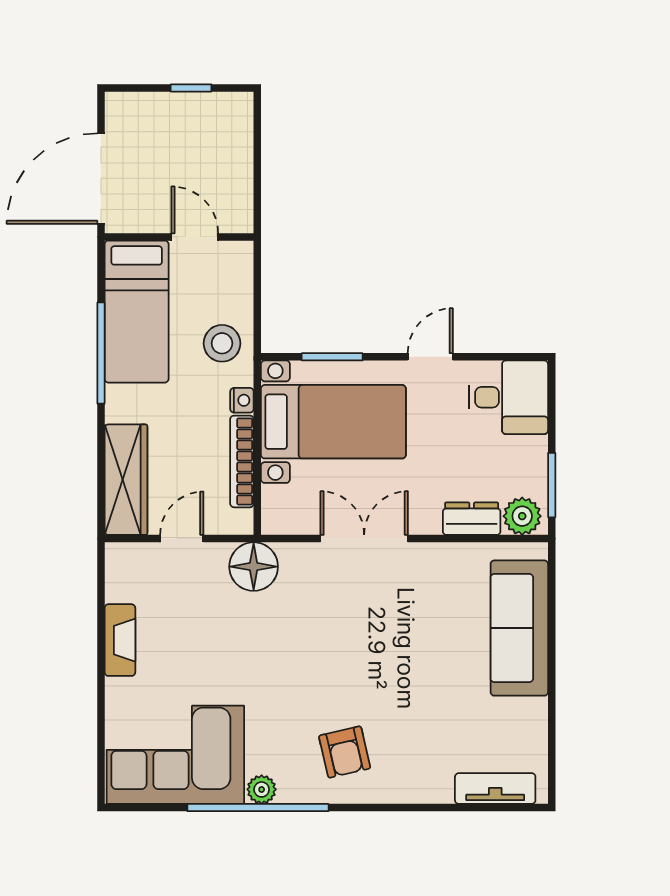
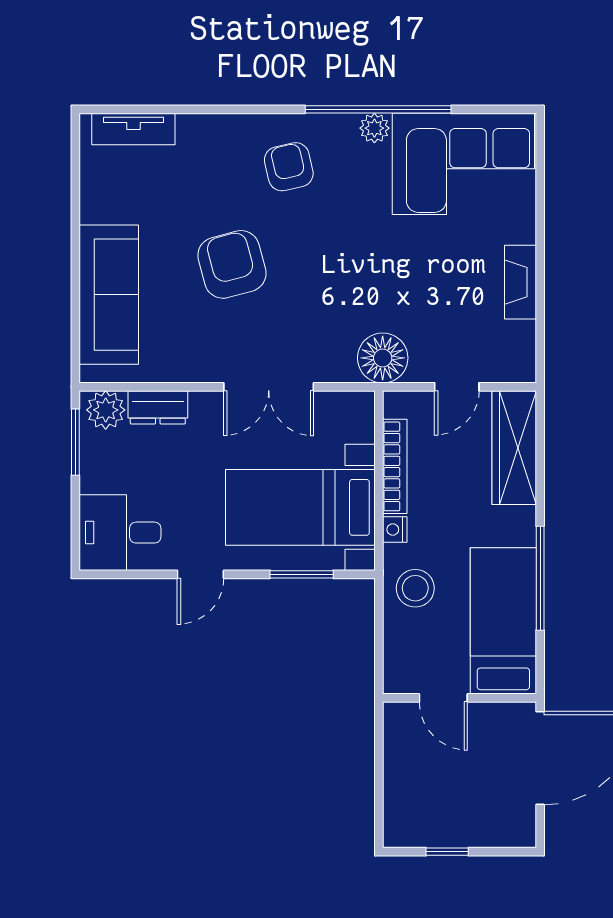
armchair: (400, 657) -> (232, 264), added

